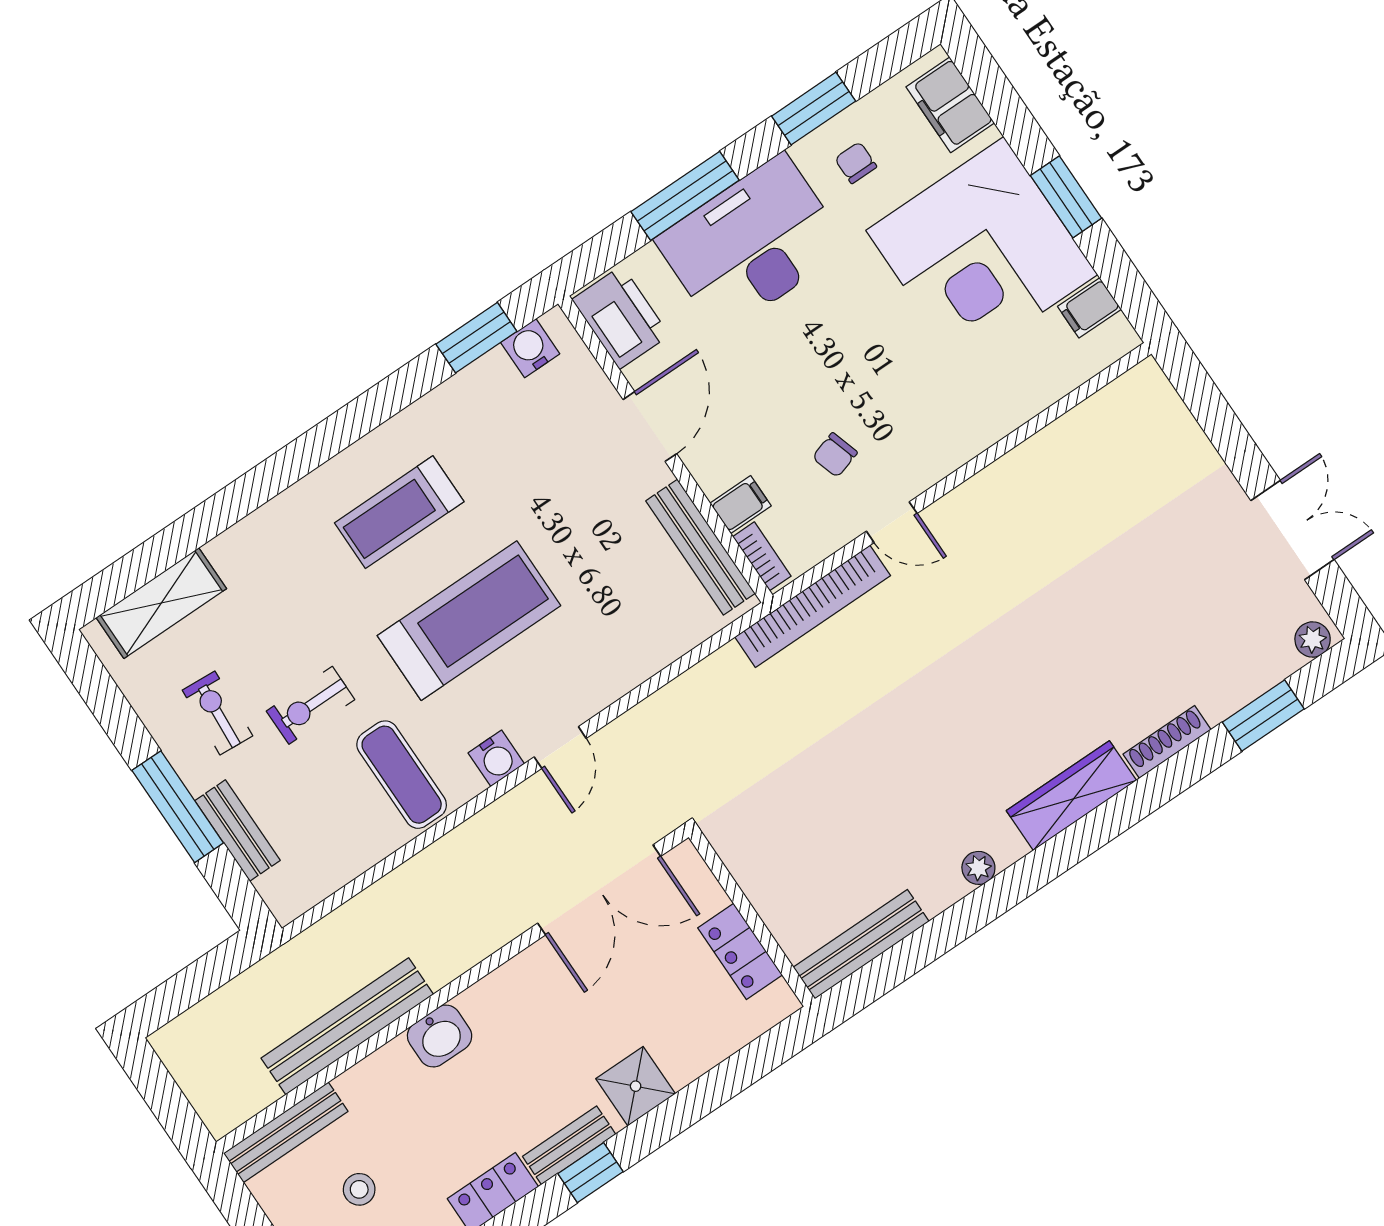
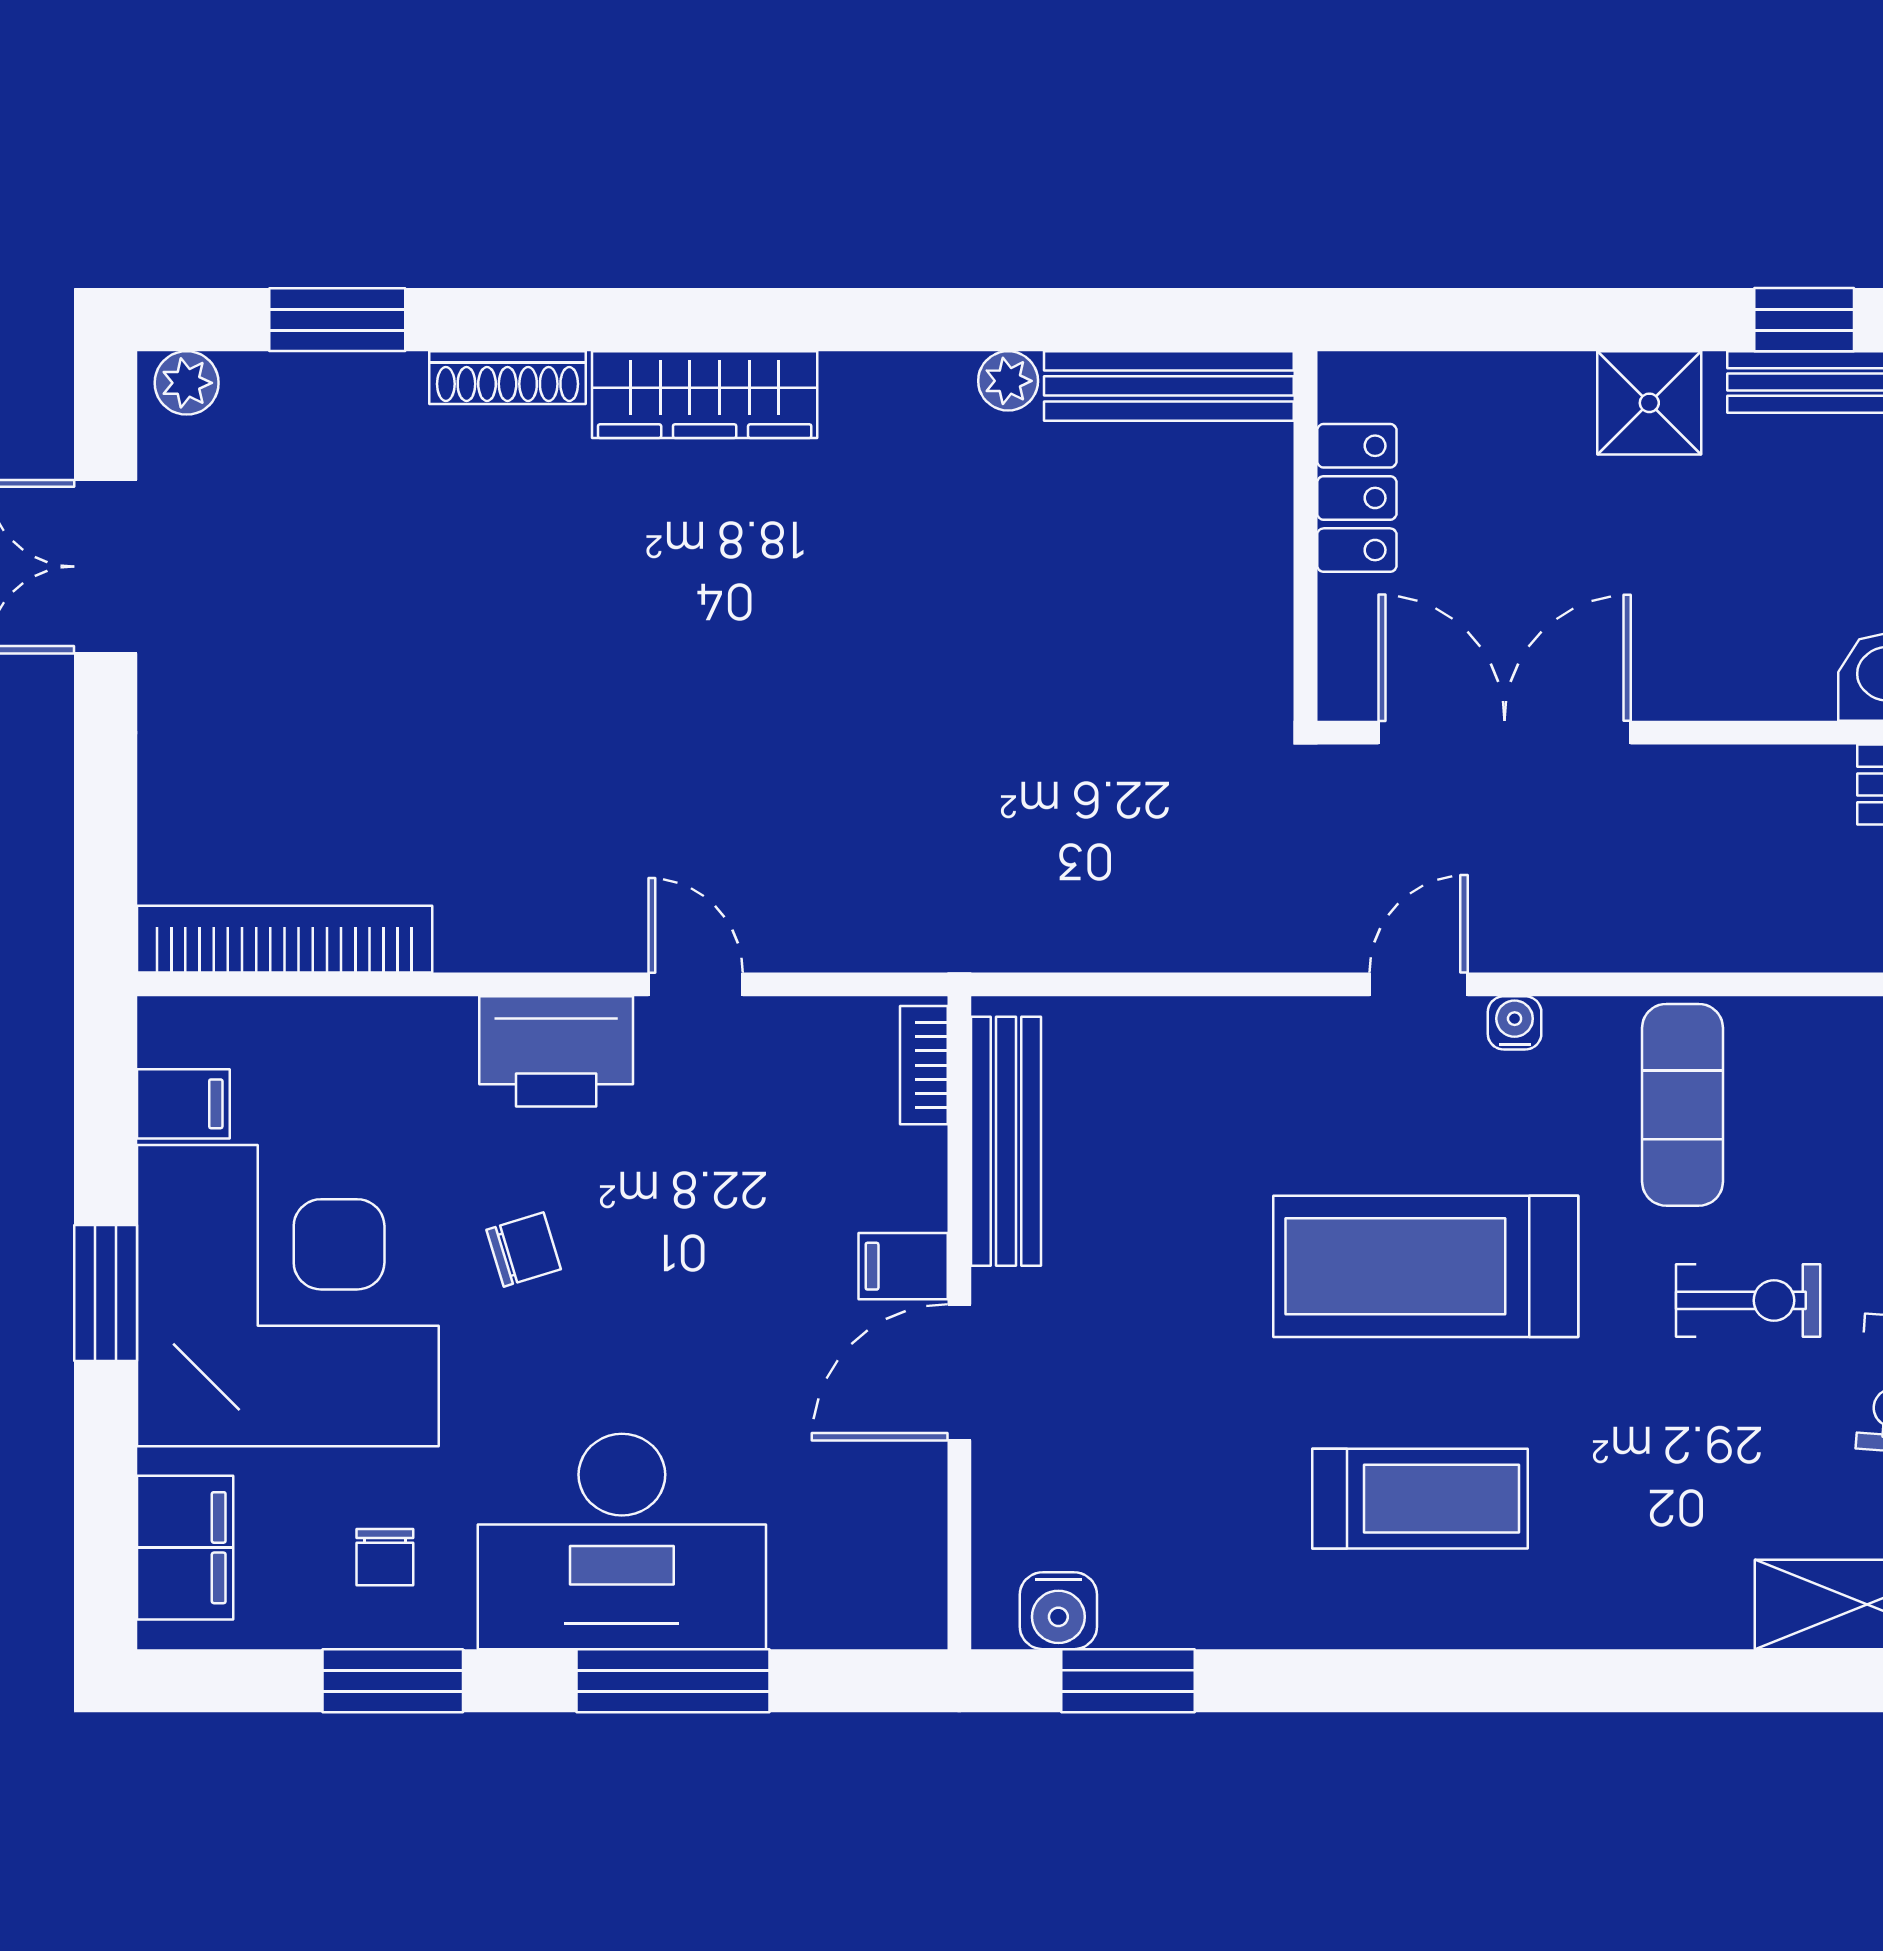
printer: (621, 317) -> (556, 1051), moved, turned -90
chair: (835, 455) -> (524, 1249), moved
filing cabinet: (741, 505) -> (903, 1266), moved
bookcase: (813, 606) -> (285, 939), moved
water cooler: (496, 758) -> (1515, 1023), width x0.72, depth x0.72
plant: (978, 868) -> (1008, 381), moved

